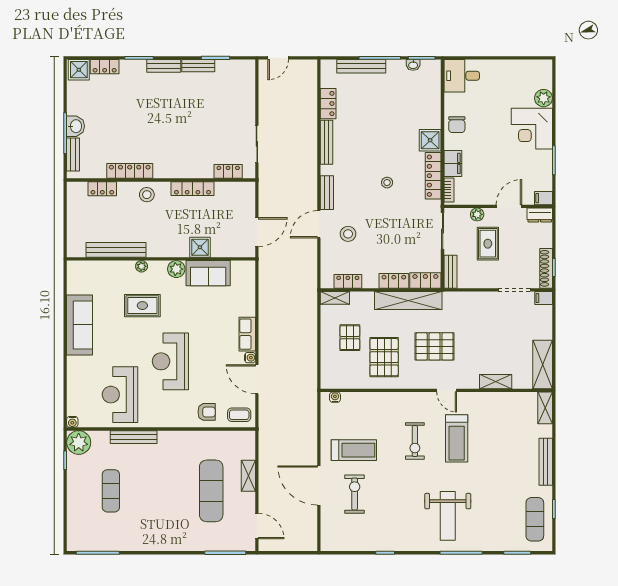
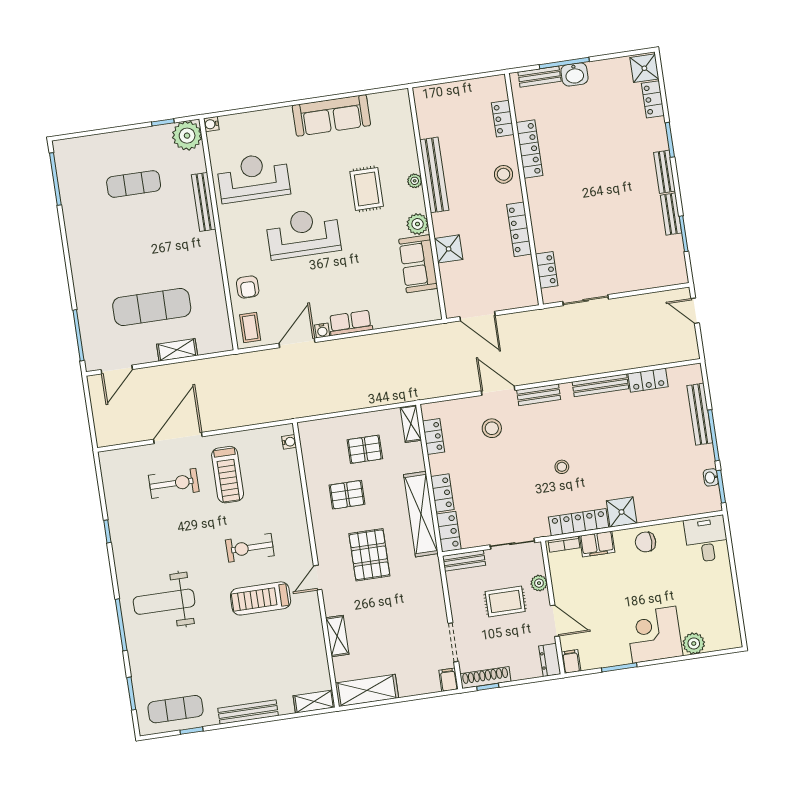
bench: (116, 250) -> (434, 175), moved
pallet: (384, 357) -> (347, 495), width x0.67, depth x0.71

